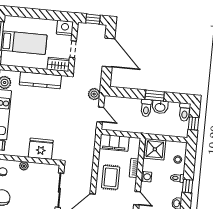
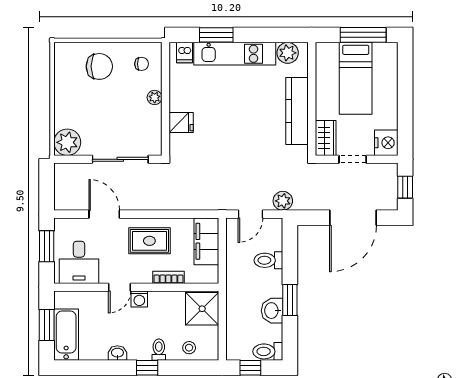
toilet: (146, 108) -> (268, 260), moved
fridge: (41, 149) -> (181, 122), width x0.53, depth x0.75
washing machine: (146, 177) -> (139, 299), moved

